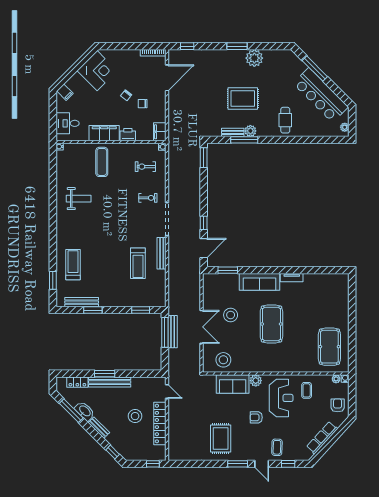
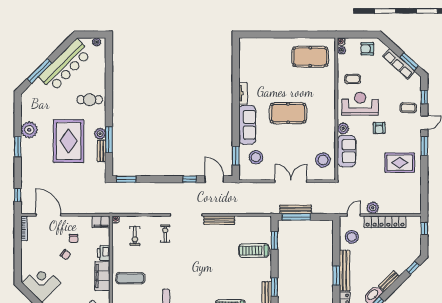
rug: (243, 98) -> (69, 141), width x1.37, depth x1.44
treadmill: (138, 263) -> (254, 251), moved, turned 180
stool: (231, 315) -> (256, 157), moved
plant: (174, 411) -> (373, 208), added
stool: (135, 416) -> (352, 237), moved
window: (324, 448) -> (409, 62), added

